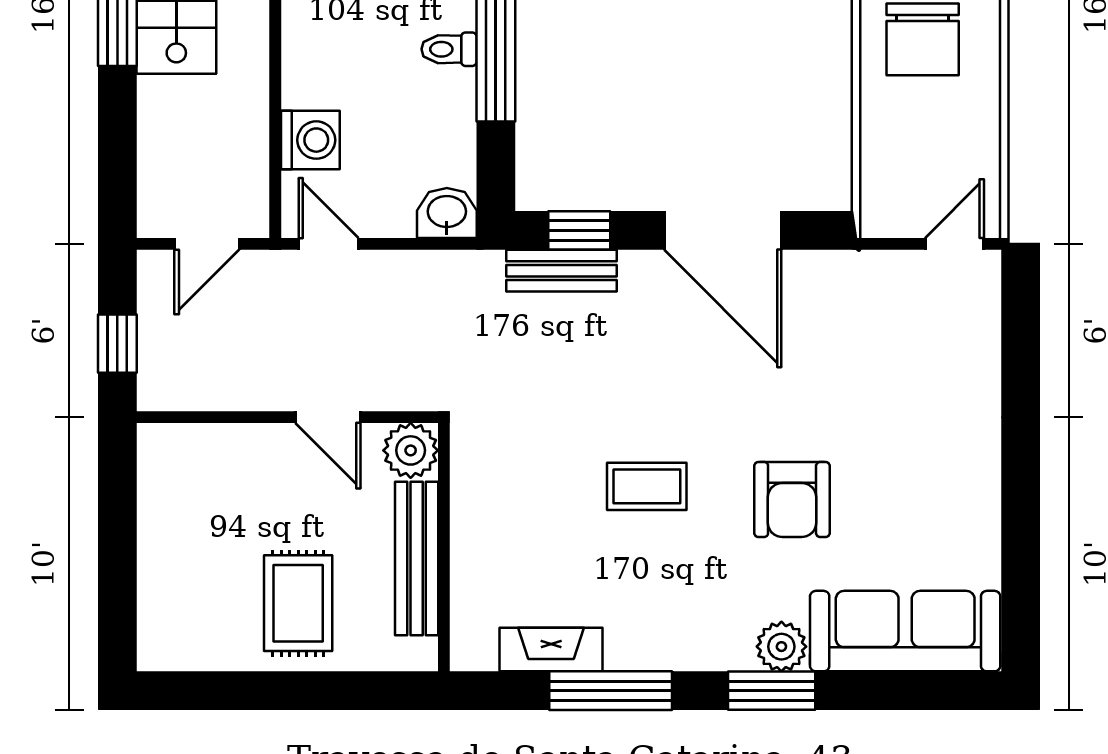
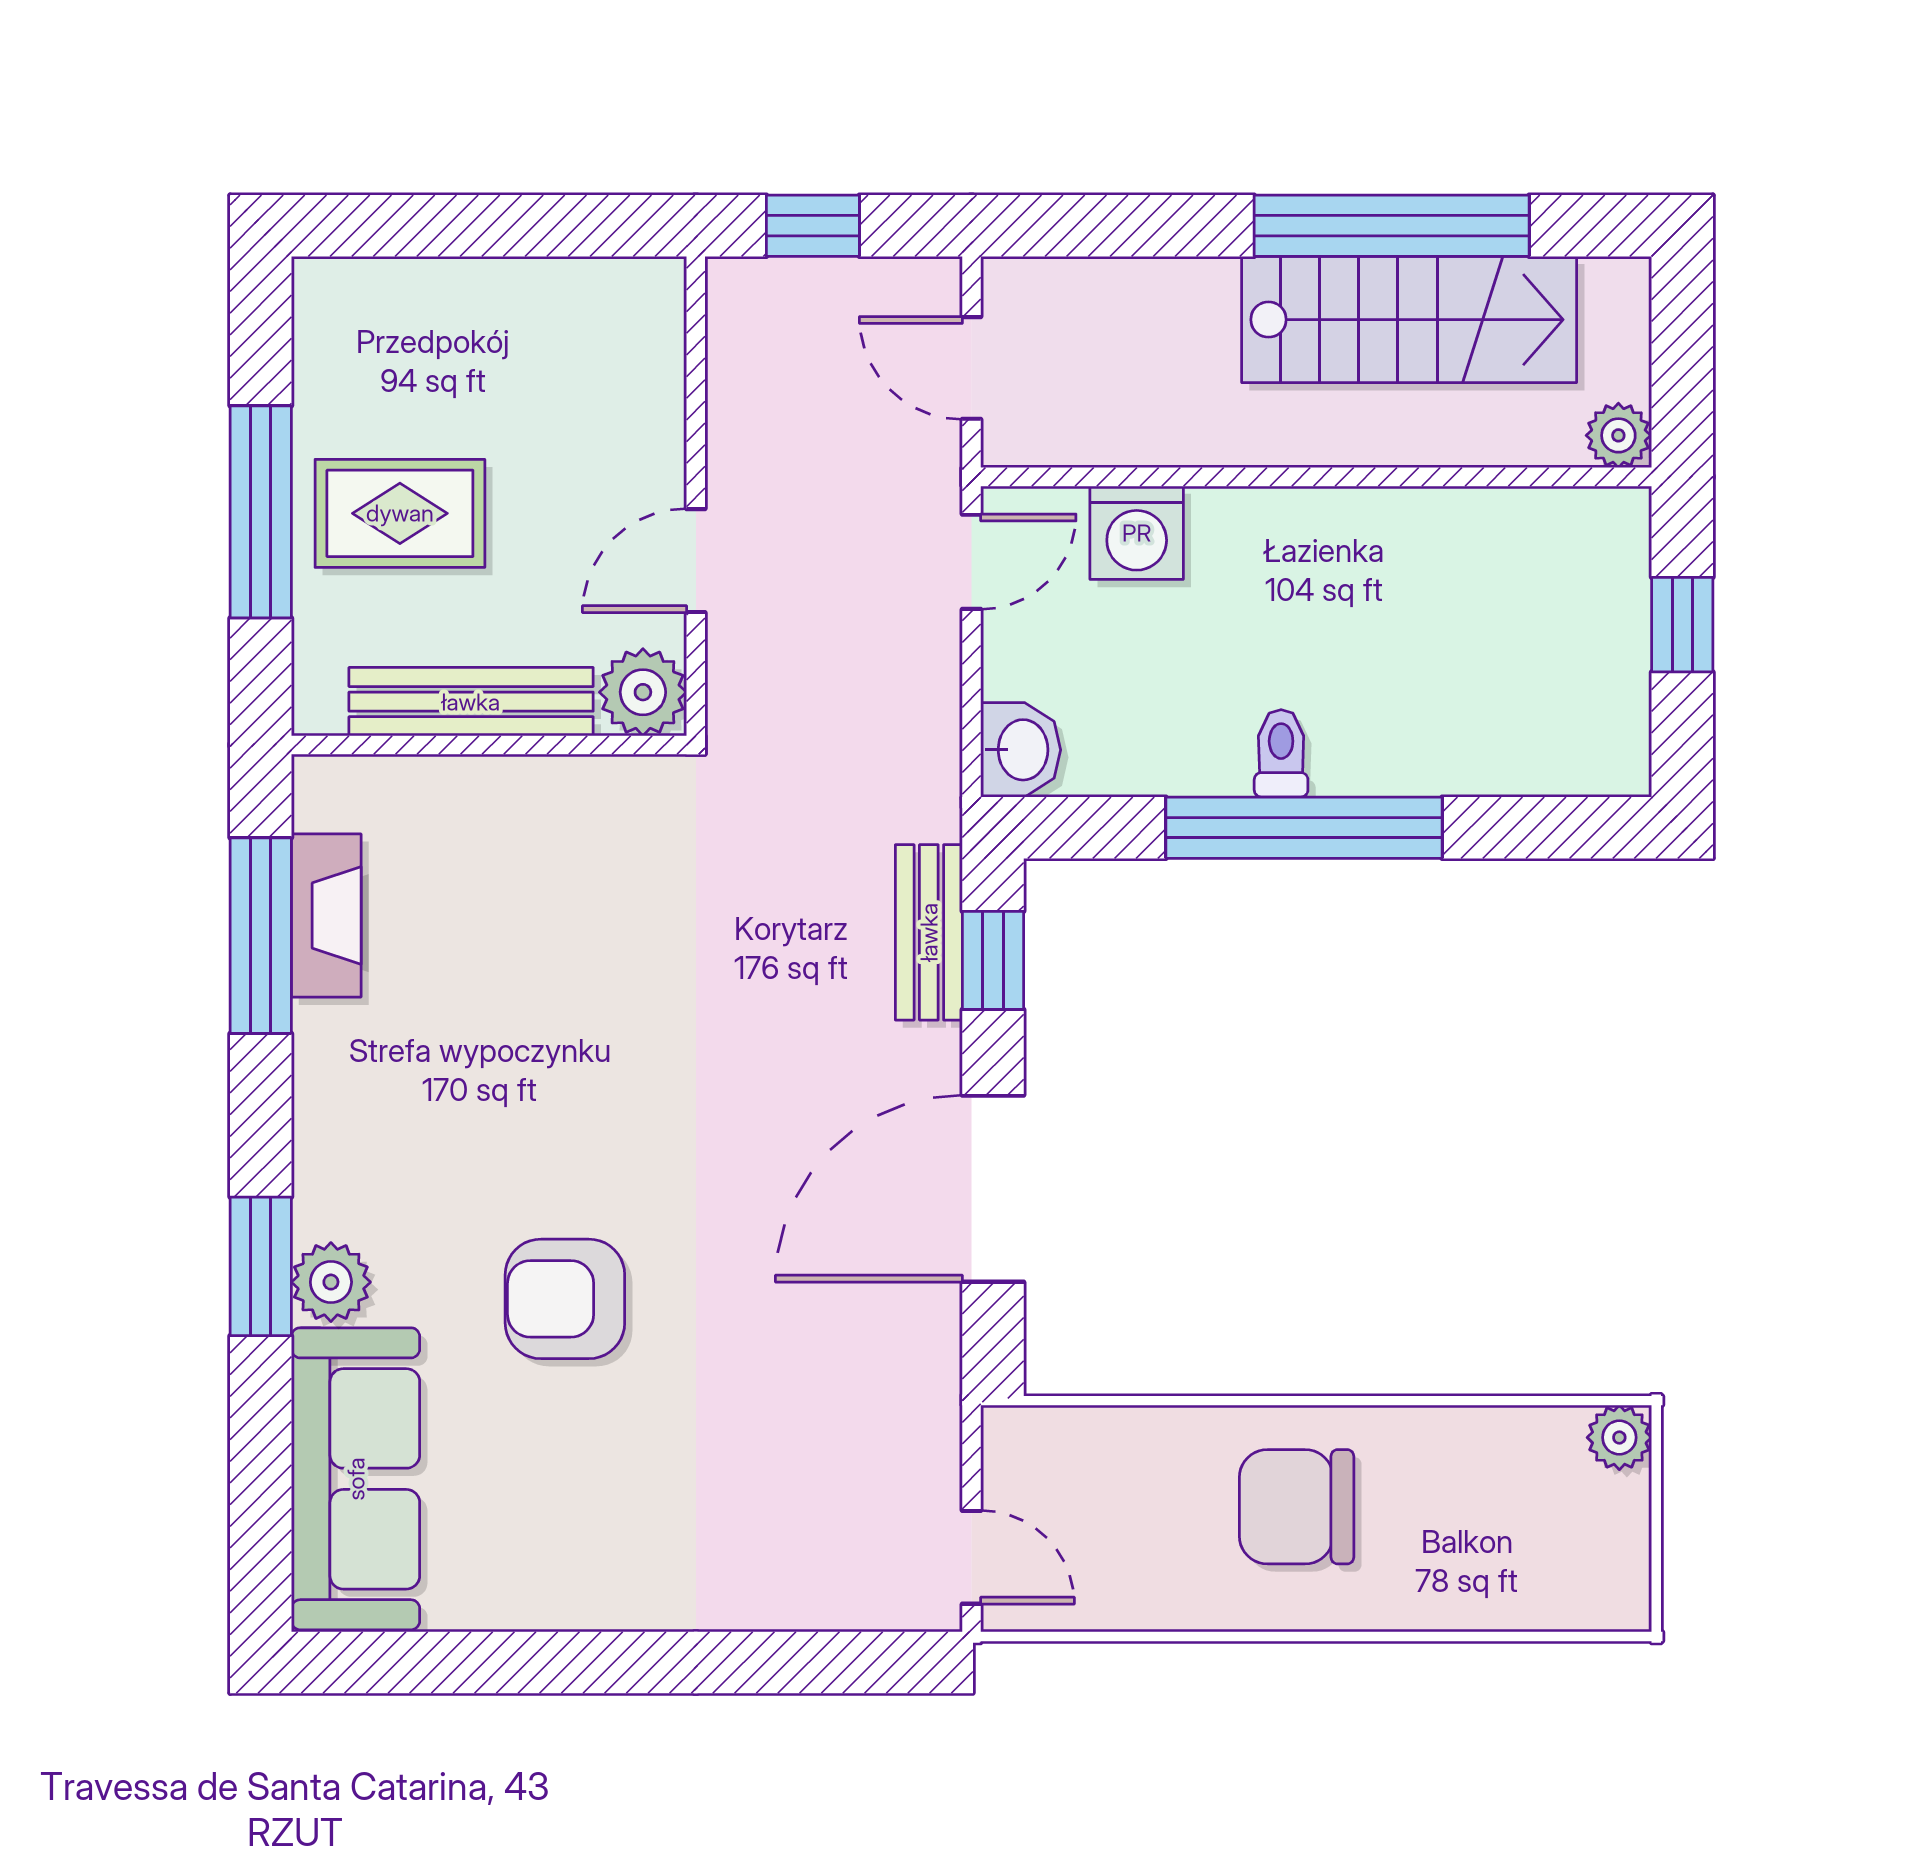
coffee table: (647, 486) -> (586, 1068), removed
window: (297, 691) -> (261, 512), added
window: (611, 691) -> (261, 936), moved

